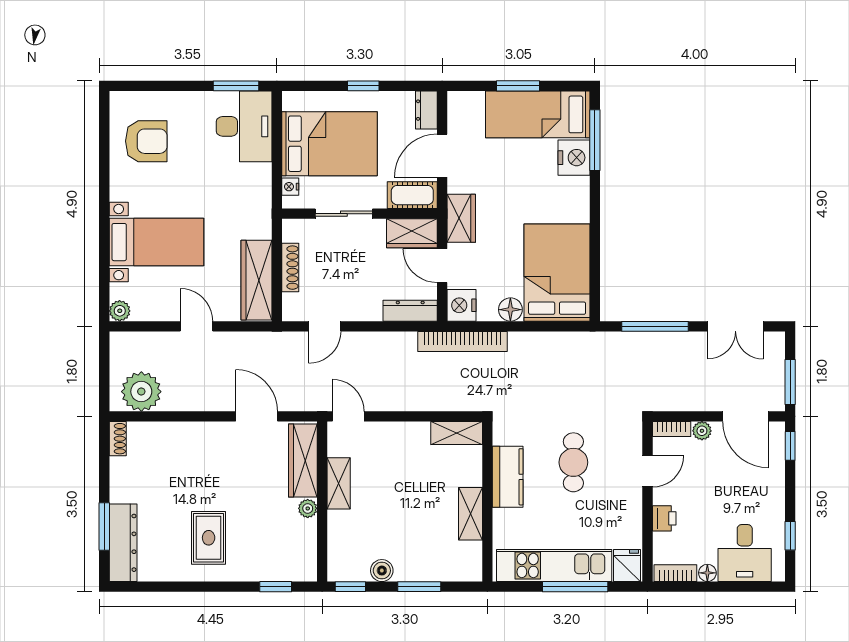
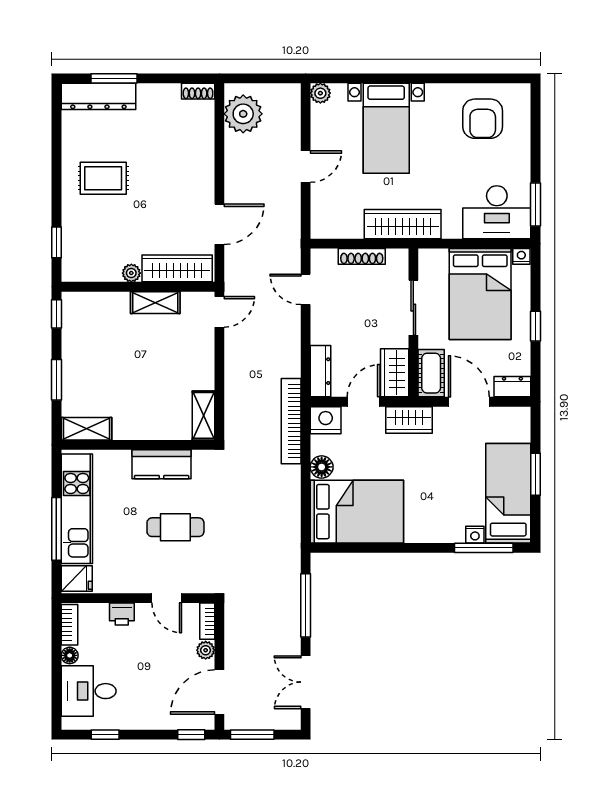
nightstand: (574, 158) -> (475, 535), width x0.53, depth x0.56
nightstand: (290, 187) -> (521, 256), moved
wardrobe: (257, 280) -> (403, 224), moved
shelving: (470, 514) -> (86, 429), moved
boiler: (382, 571) -> (72, 344), removed

